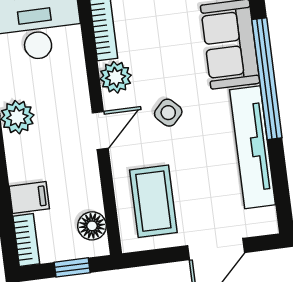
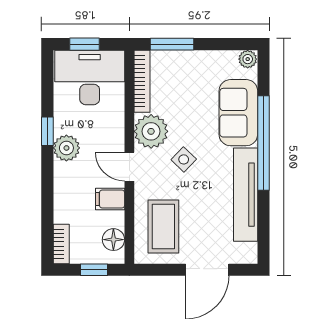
plant: (116, 77) -> (151, 131), width x1.36, depth x1.36
door: (100, 131) -> (129, 167), swing flipped
filing cabinet: (29, 197) -> (110, 199), moved, turned 180

